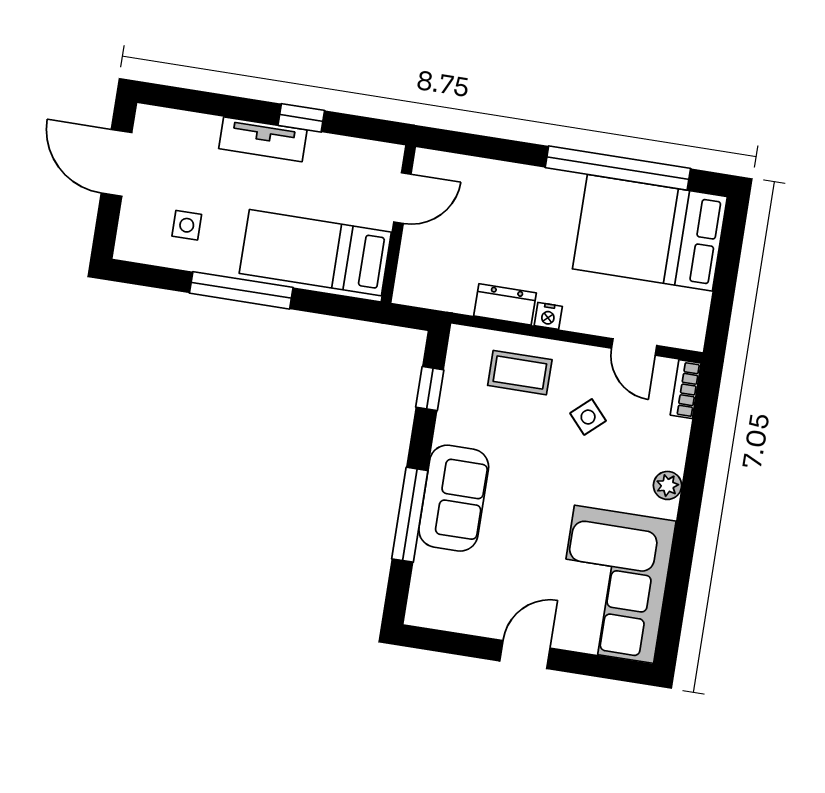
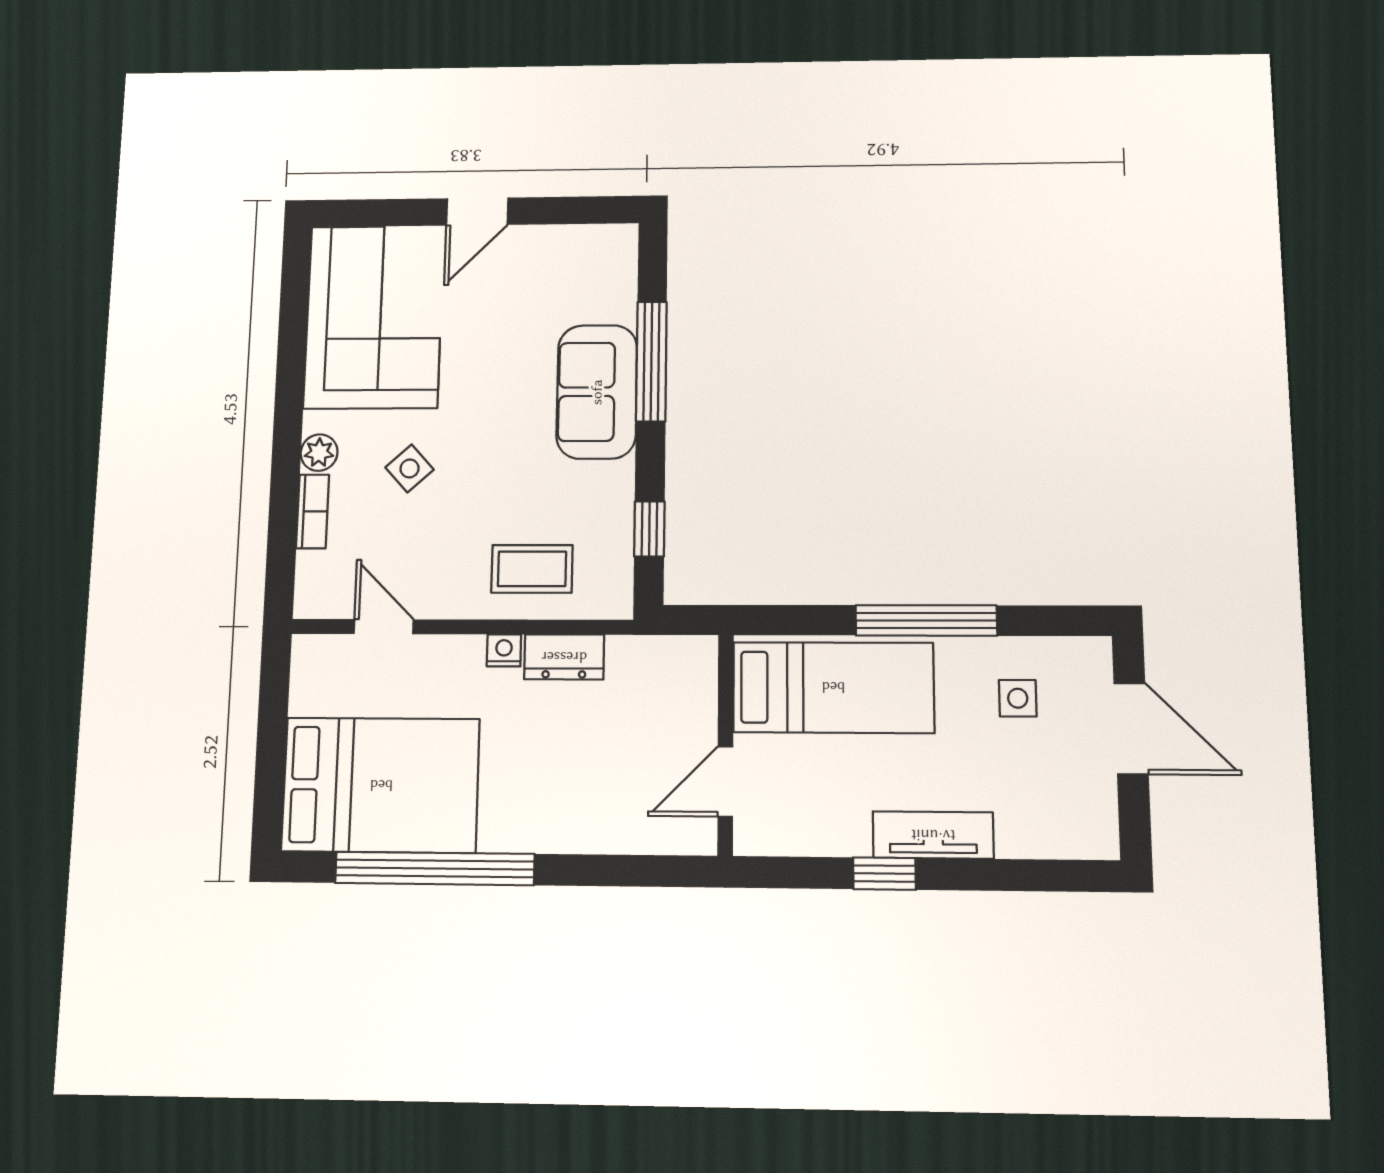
door: (117, 163) -> (1131, 729), moved
bookcase: (686, 389) -> (313, 511), moved
side table: (588, 417) -> (410, 468), moved

